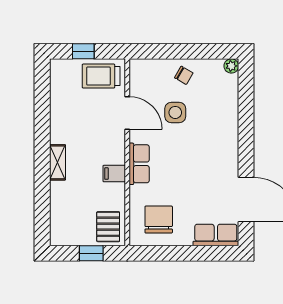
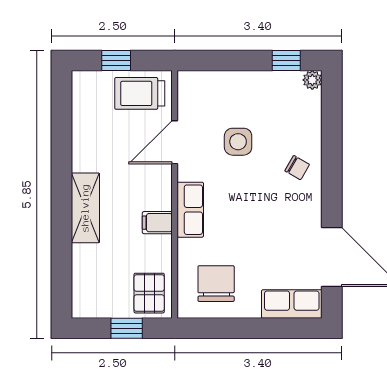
window: (212, 51) -> (286, 61), added
chair: (184, 75) -> (297, 168), moved
door: (127, 113) -> (175, 142), swing flipped
shelving: (57, 162) -> (85, 208), width x1.50, depth x1.33

